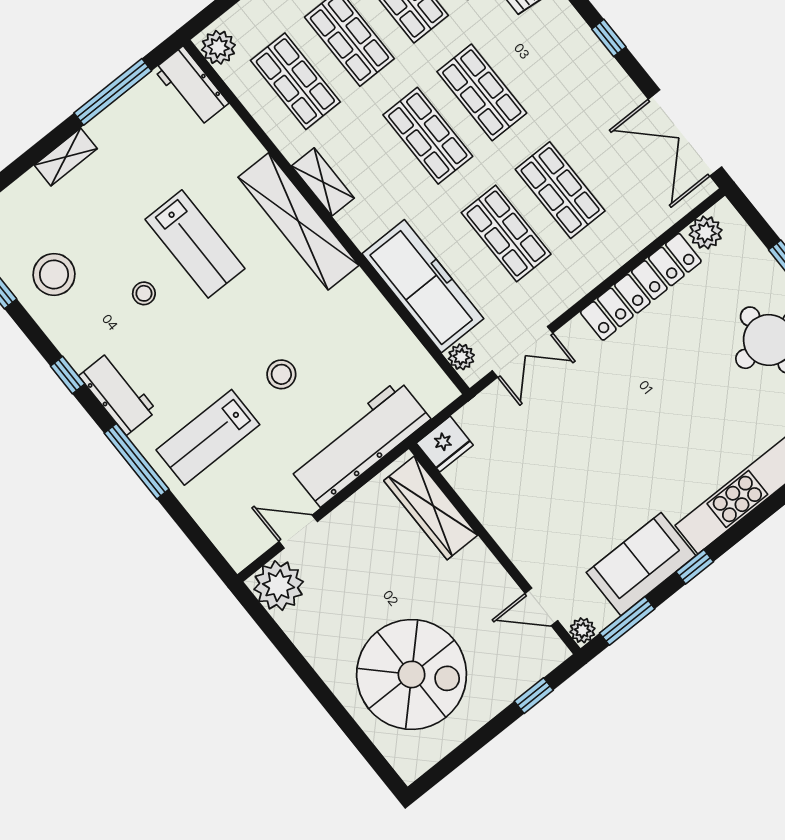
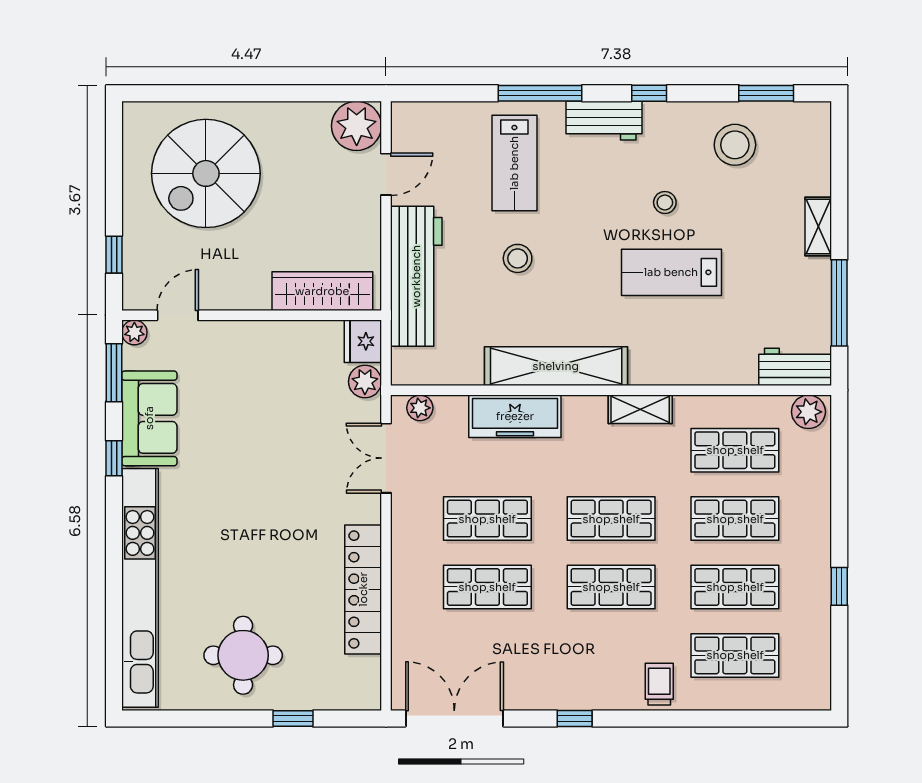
shelving: (298, 221) -> (556, 366), moved
plant: (706, 232) -> (365, 382), moved
freezer: (423, 286) -> (515, 416), width x0.73, depth x0.79
lab bench: (208, 437) -> (514, 163), turned 180

